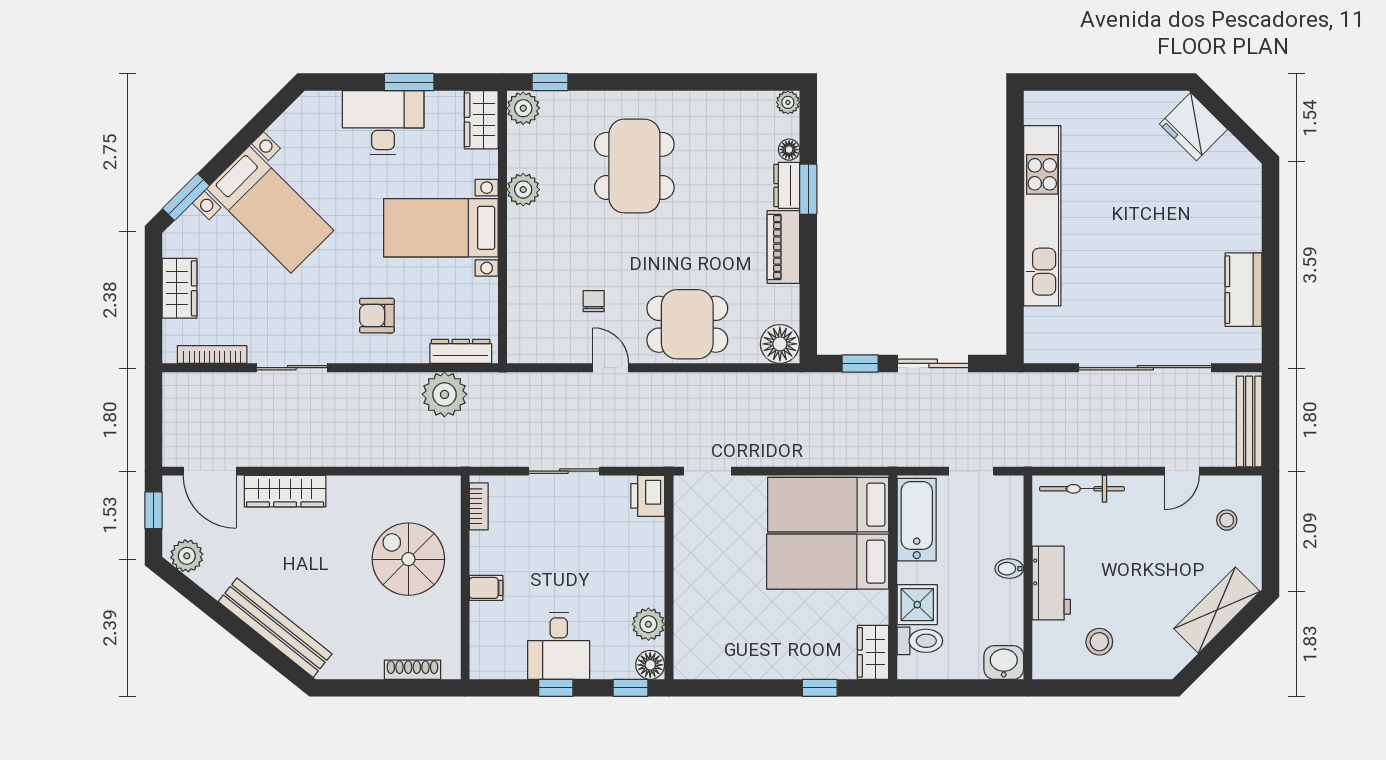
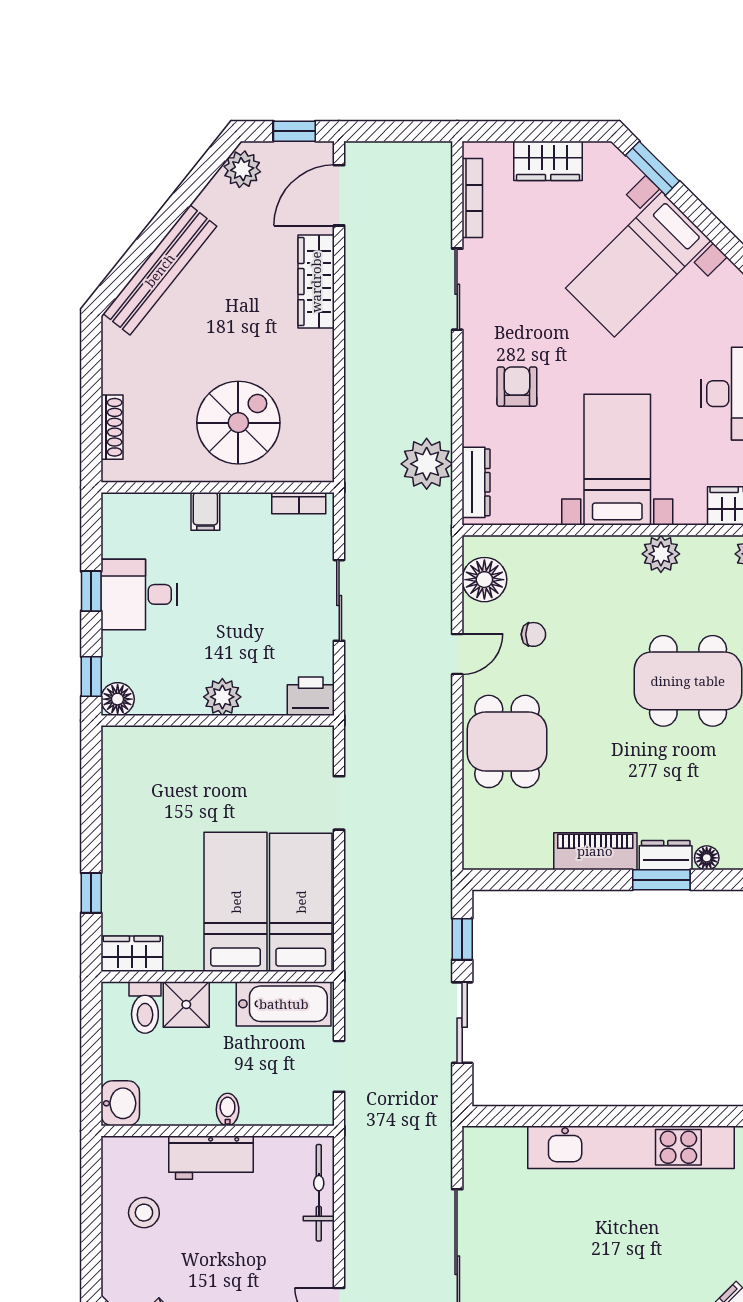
floor lamp: (780, 344) -> (484, 580), moved
doorway: (707, 471) -> (339, 803), moved
plant: (648, 624) -> (222, 697), moved

